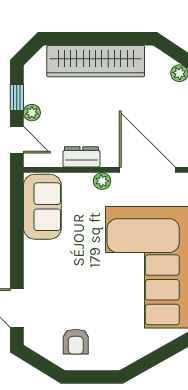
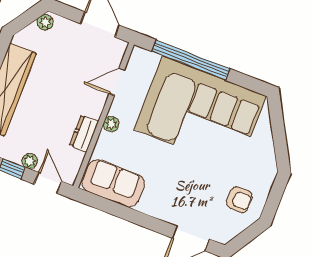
door: (17, 140) -> (48, 183), hinge flipped
door: (147, 170) -> (117, 82), width x0.53

